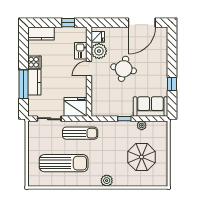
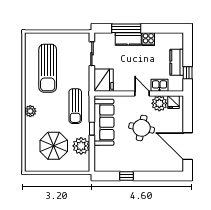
kitchen counter: (41, 34) -> (177, 62), moved
sofa: (150, 107) -> (104, 122), moved, width x1.36
plant: (142, 125) -> (81, 146), width x1.87, depth x1.87
sun lounger: (80, 133) -> (75, 106), moved

